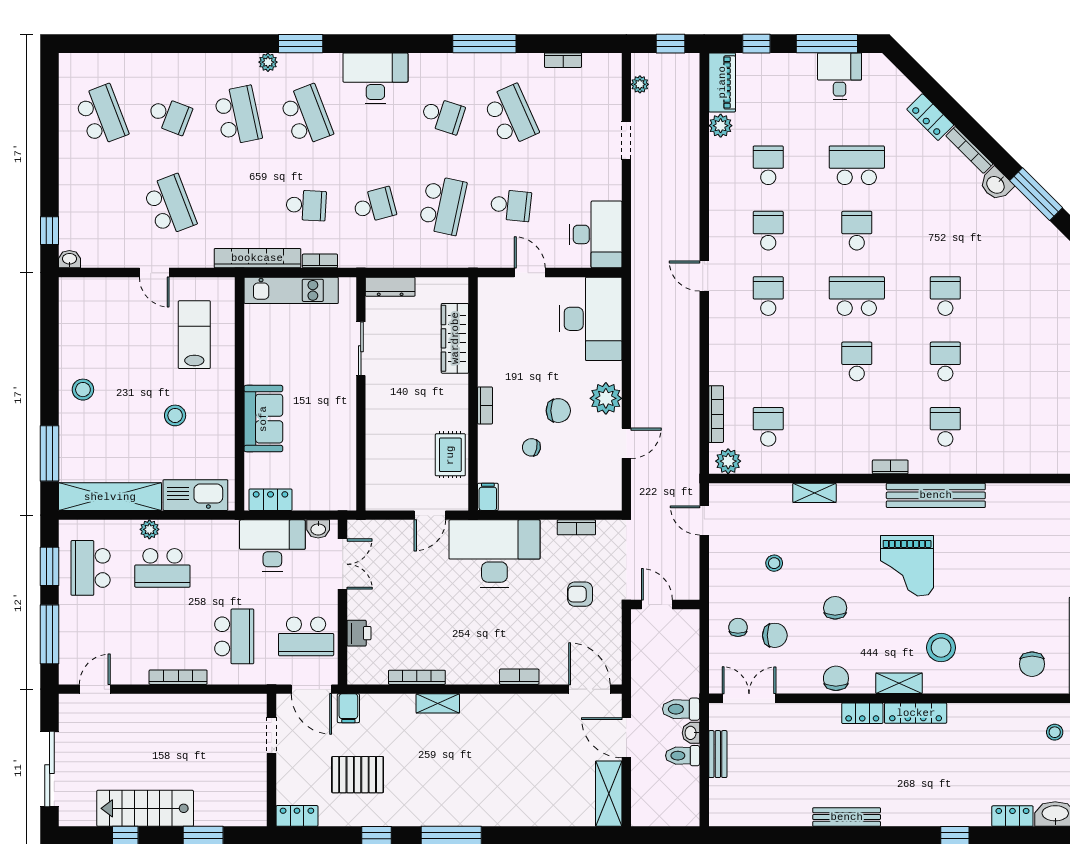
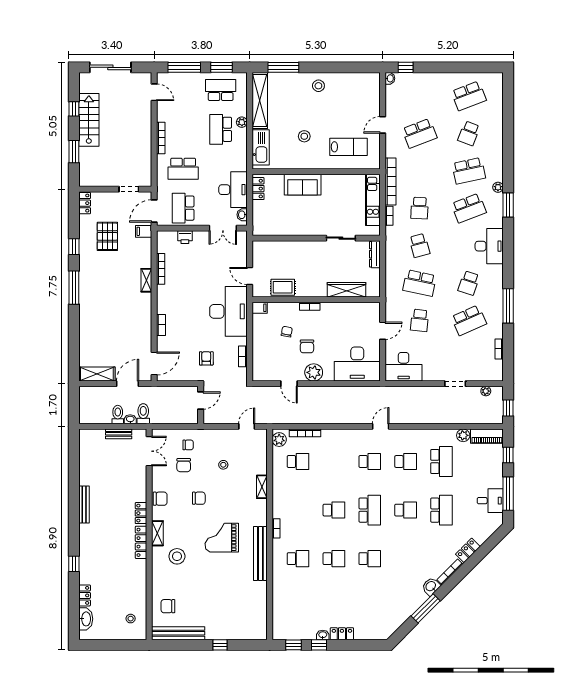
school desk: (768, 165) -> (441, 462), width x1.85

